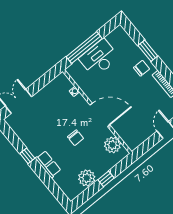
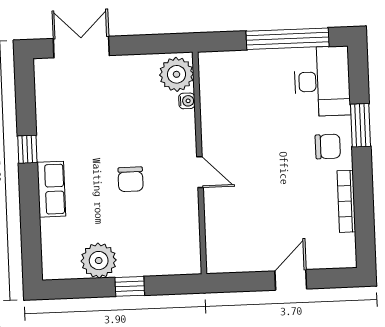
window: (84, 48) -> (288, 39), moved
desk: (99, 58) -> (322, 81), moved, turned 90
door: (100, 115) -> (200, 172), width x0.53
plant: (112, 145) -> (176, 74), moved

